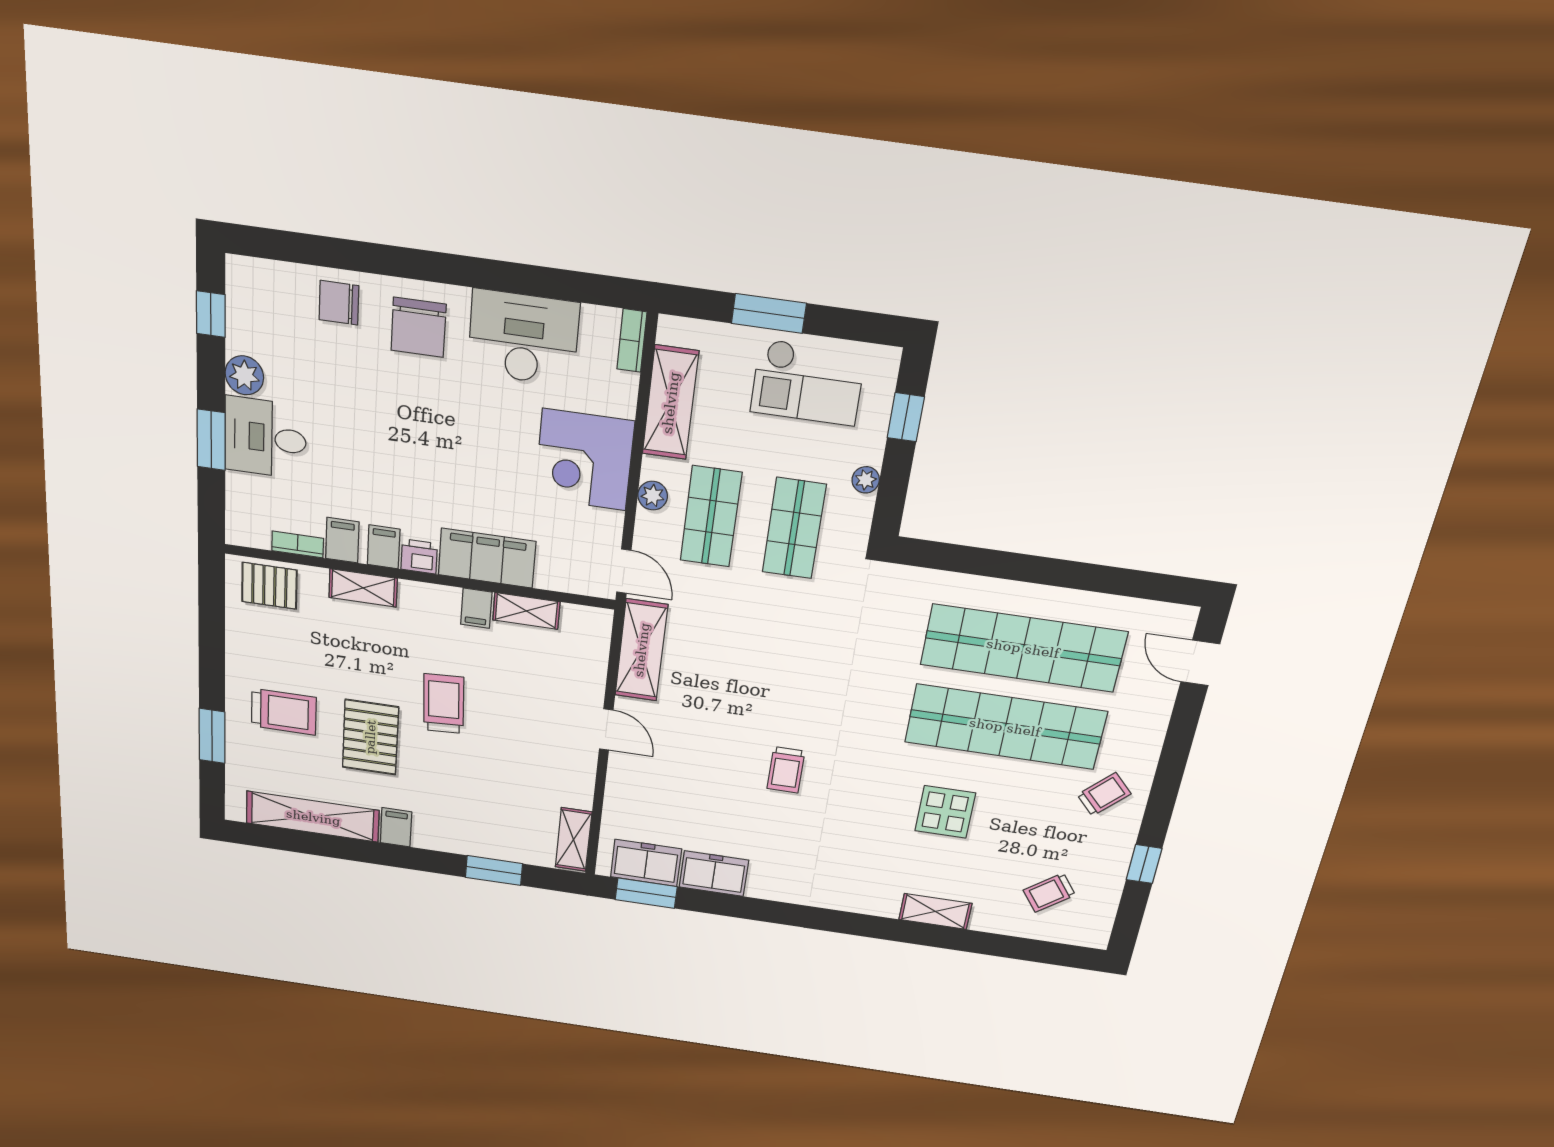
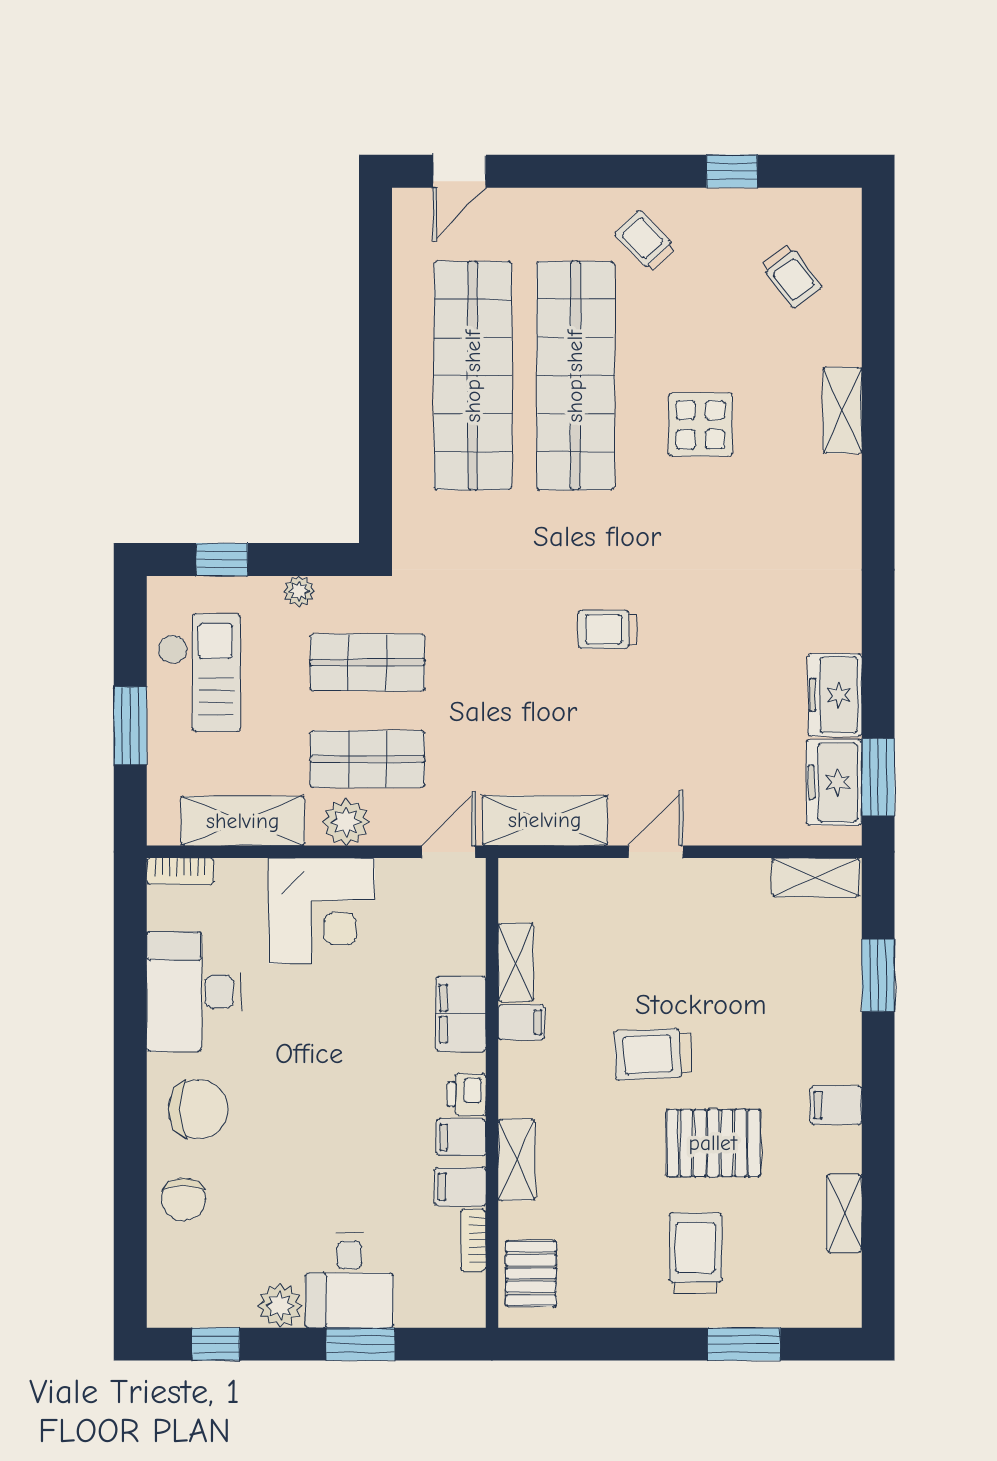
plant: (653, 496) -> (346, 822), width x1.38, depth x1.38
filing cabinet: (487, 558) -> (461, 1014), width x0.67, depth x0.86
trolley: (786, 770) -> (608, 629), moved, turned 180
shelving: (313, 817) -> (844, 1213), width x0.45, depth x0.75

